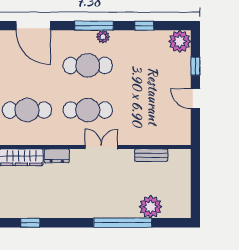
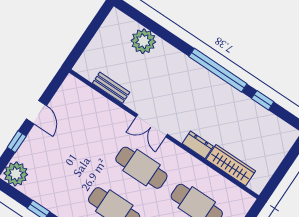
window: (123, 223) -> (218, 70), moved

